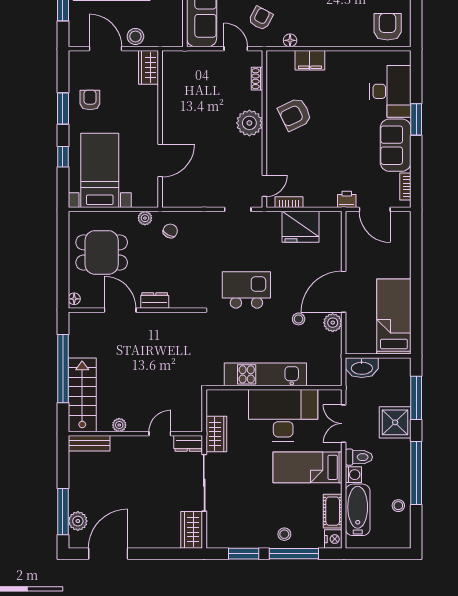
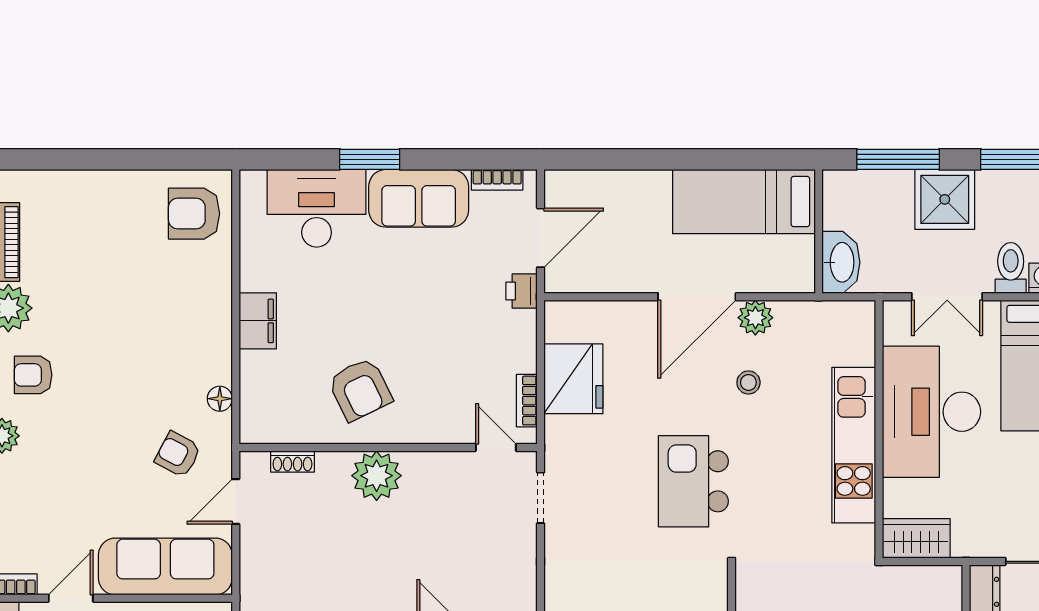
filing cabinet: (310, 60) -> (258, 321), moved
door: (344, 292) -> (697, 297), hinge flipped
wardrobe: (216, 434) -> (916, 538), moved

